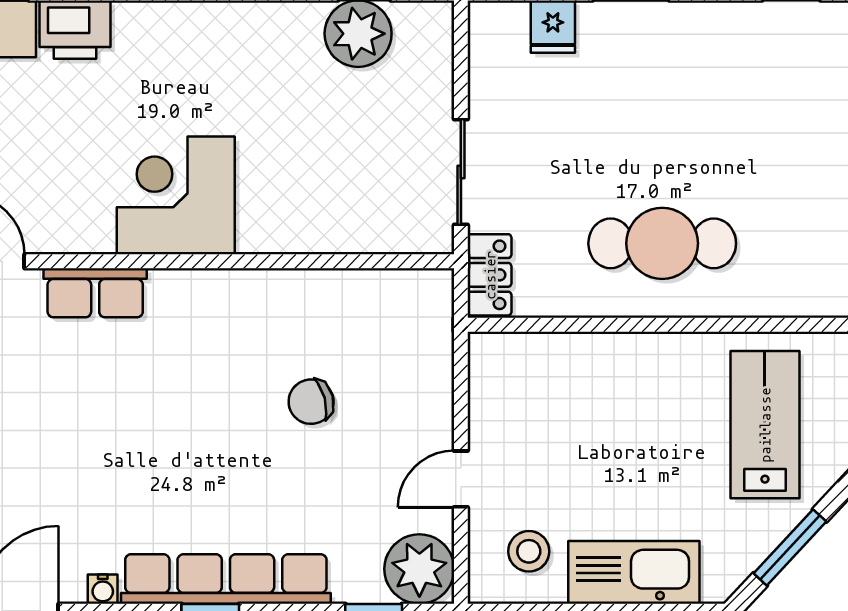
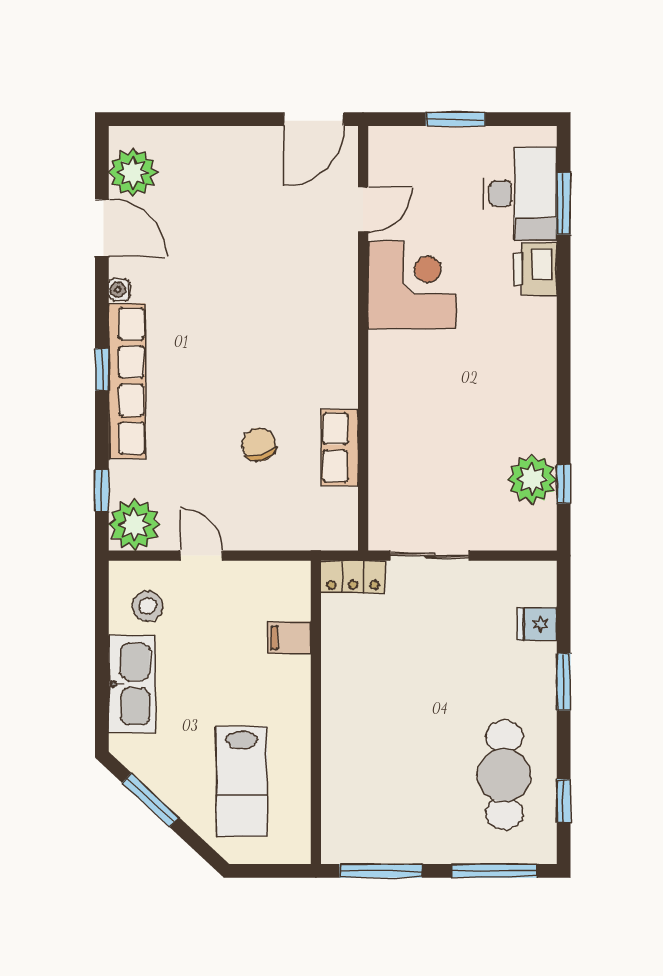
corner desk: (176, 195) -> (412, 285), moved
cafe table: (662, 243) -> (504, 775), moved
row of seats: (95, 293) -> (340, 447), moved
filing cabinet: (571, 360) -> (289, 638), added
lab bench: (765, 425) -> (242, 781), turned 90

